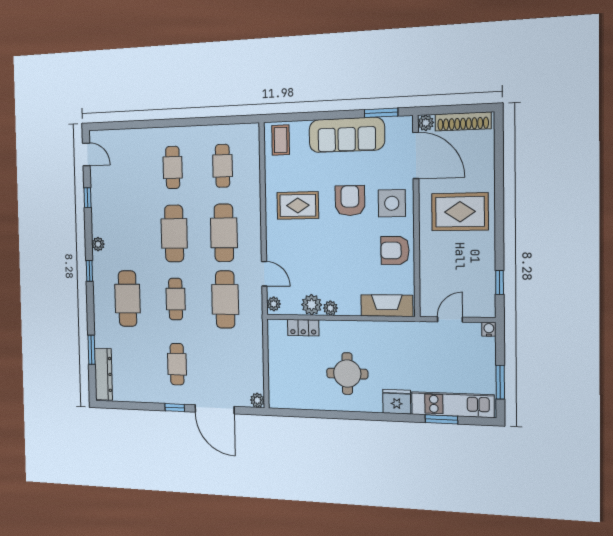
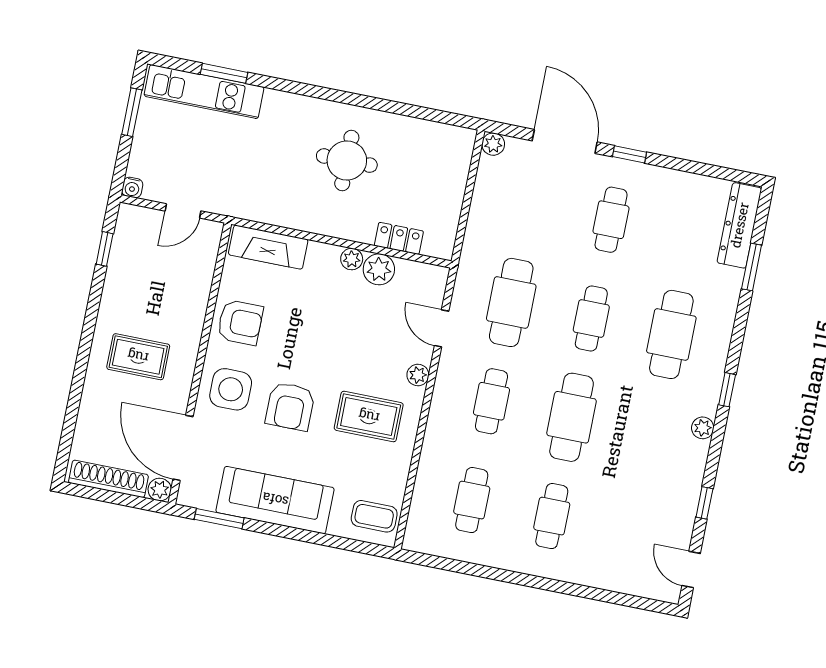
coffee table: (281, 140) -> (374, 516), turned 90
rug: (460, 212) -> (138, 357), width x0.73, depth x0.70
cafe table: (224, 233) -> (491, 401), width x0.73, depth x0.74
plant: (274, 304) -> (418, 375), moved
fridge: (397, 402) -> (283, 108), removed

